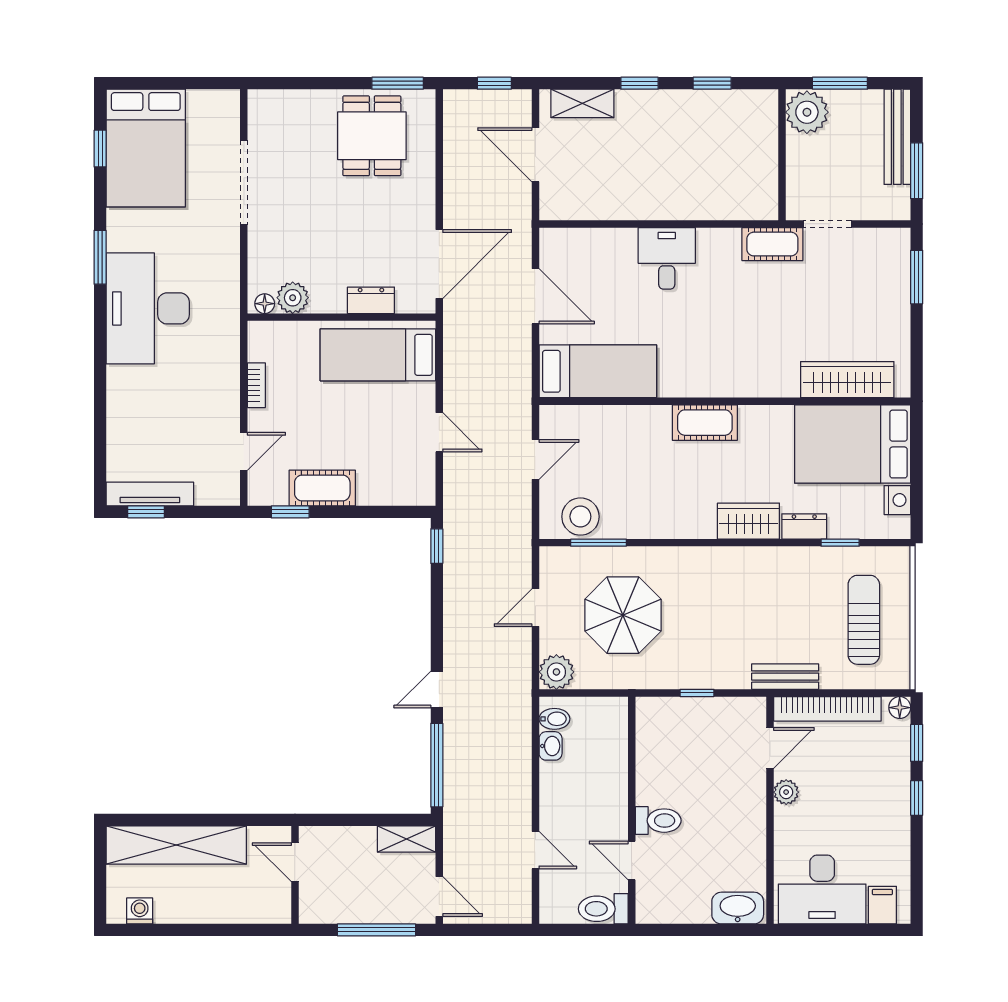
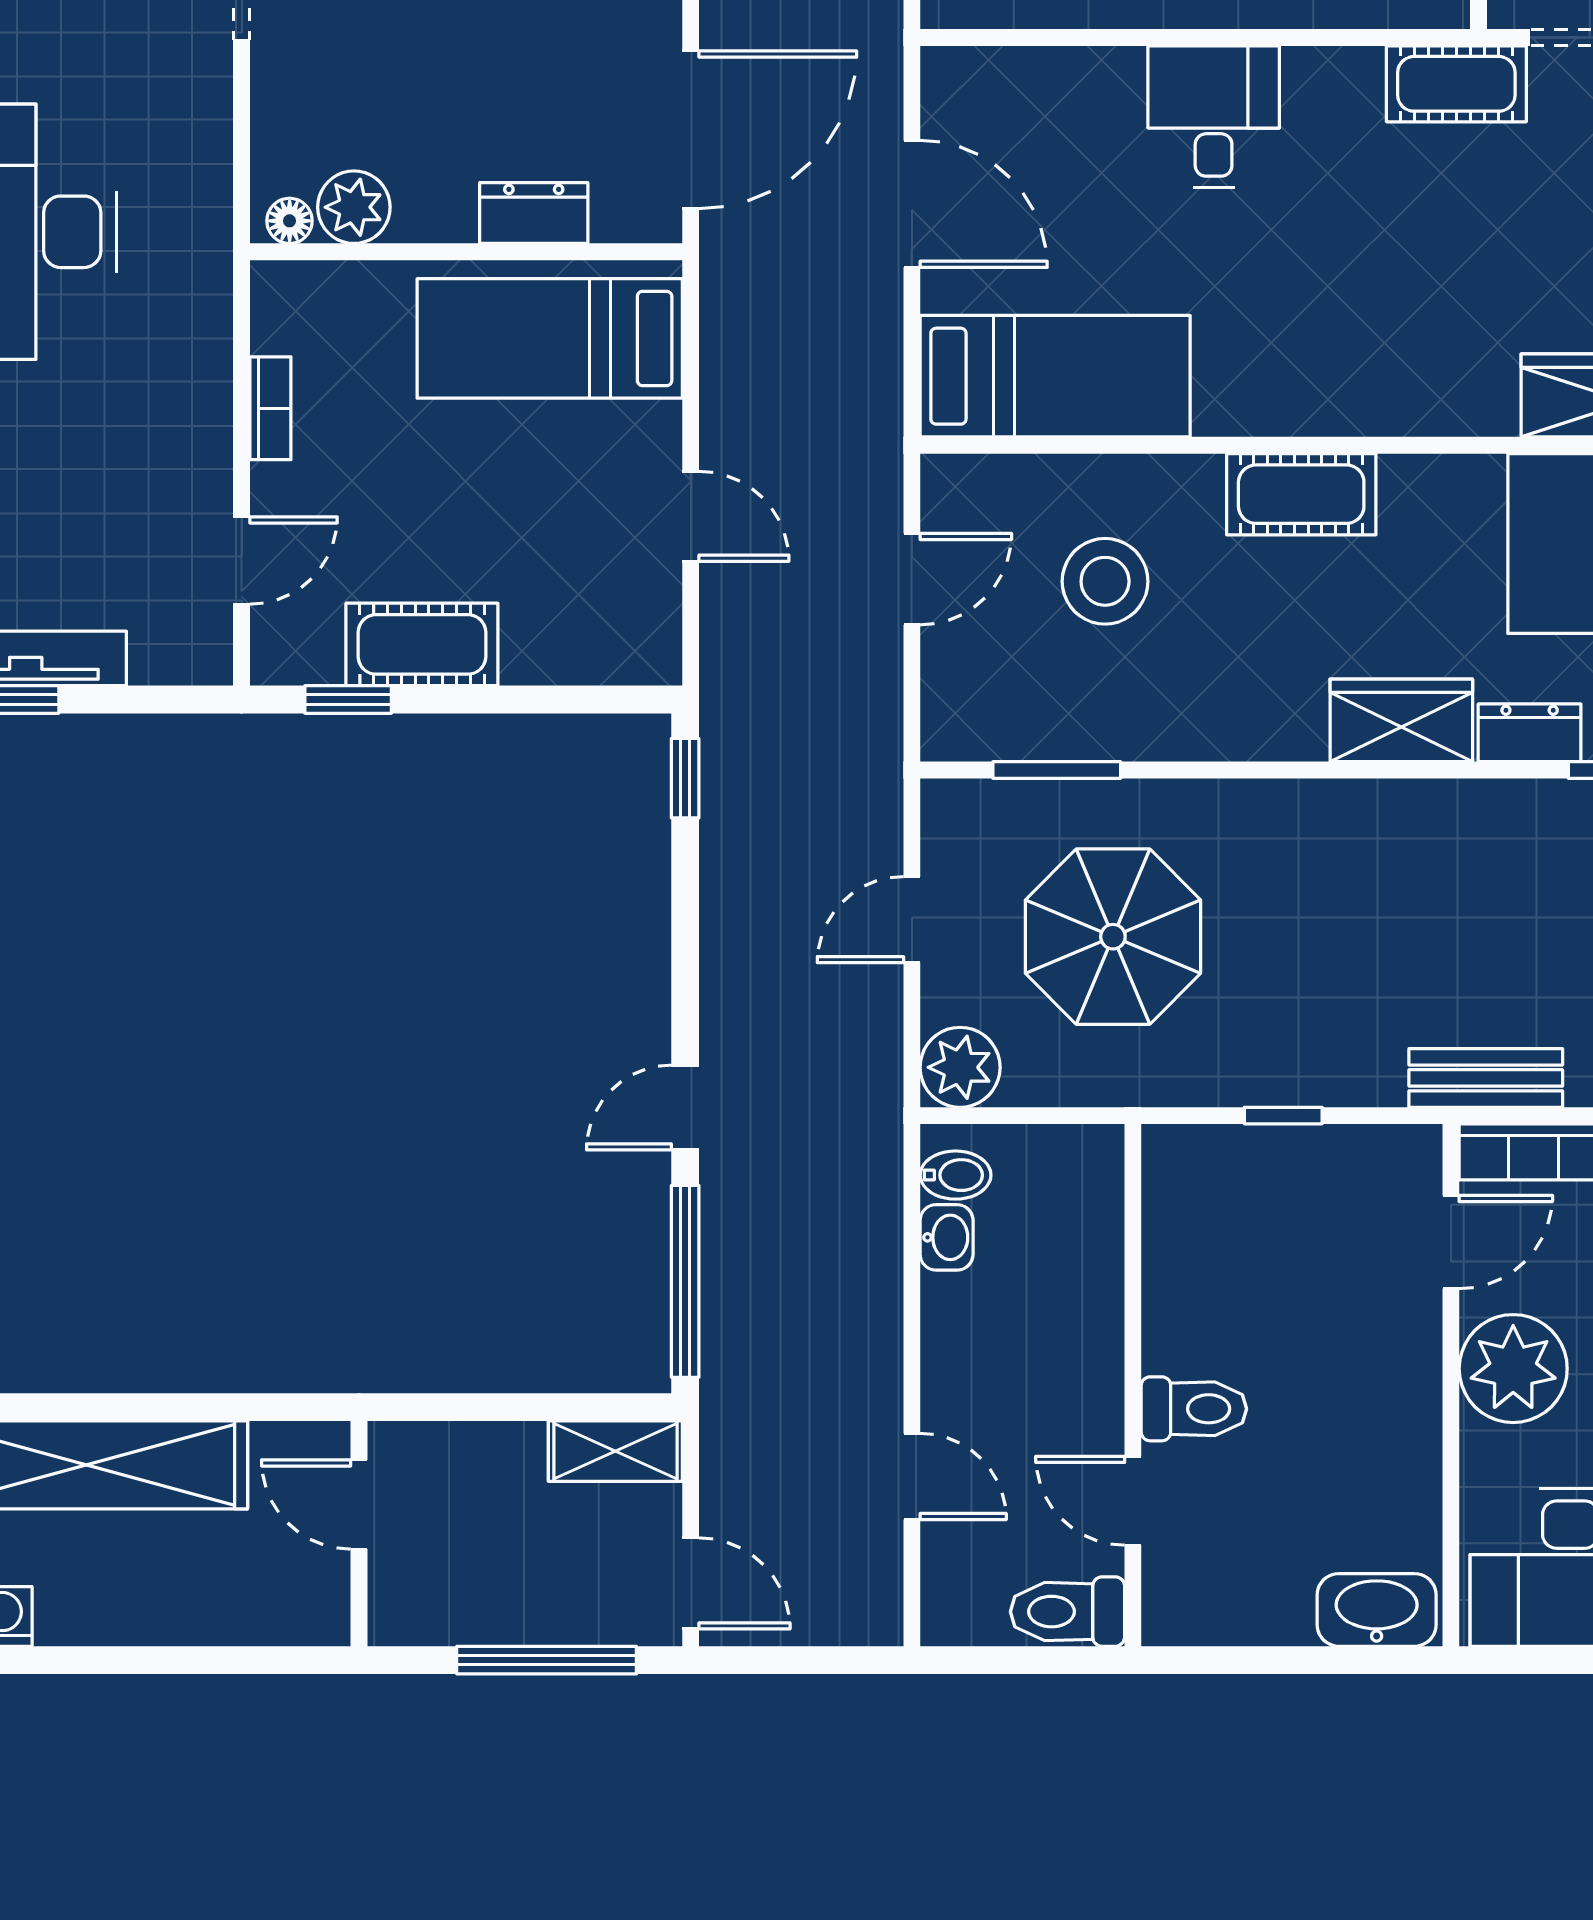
stool: (580, 517) -> (1105, 581), moved
plant: (786, 792) -> (1513, 1369), width x1.87, depth x1.87

